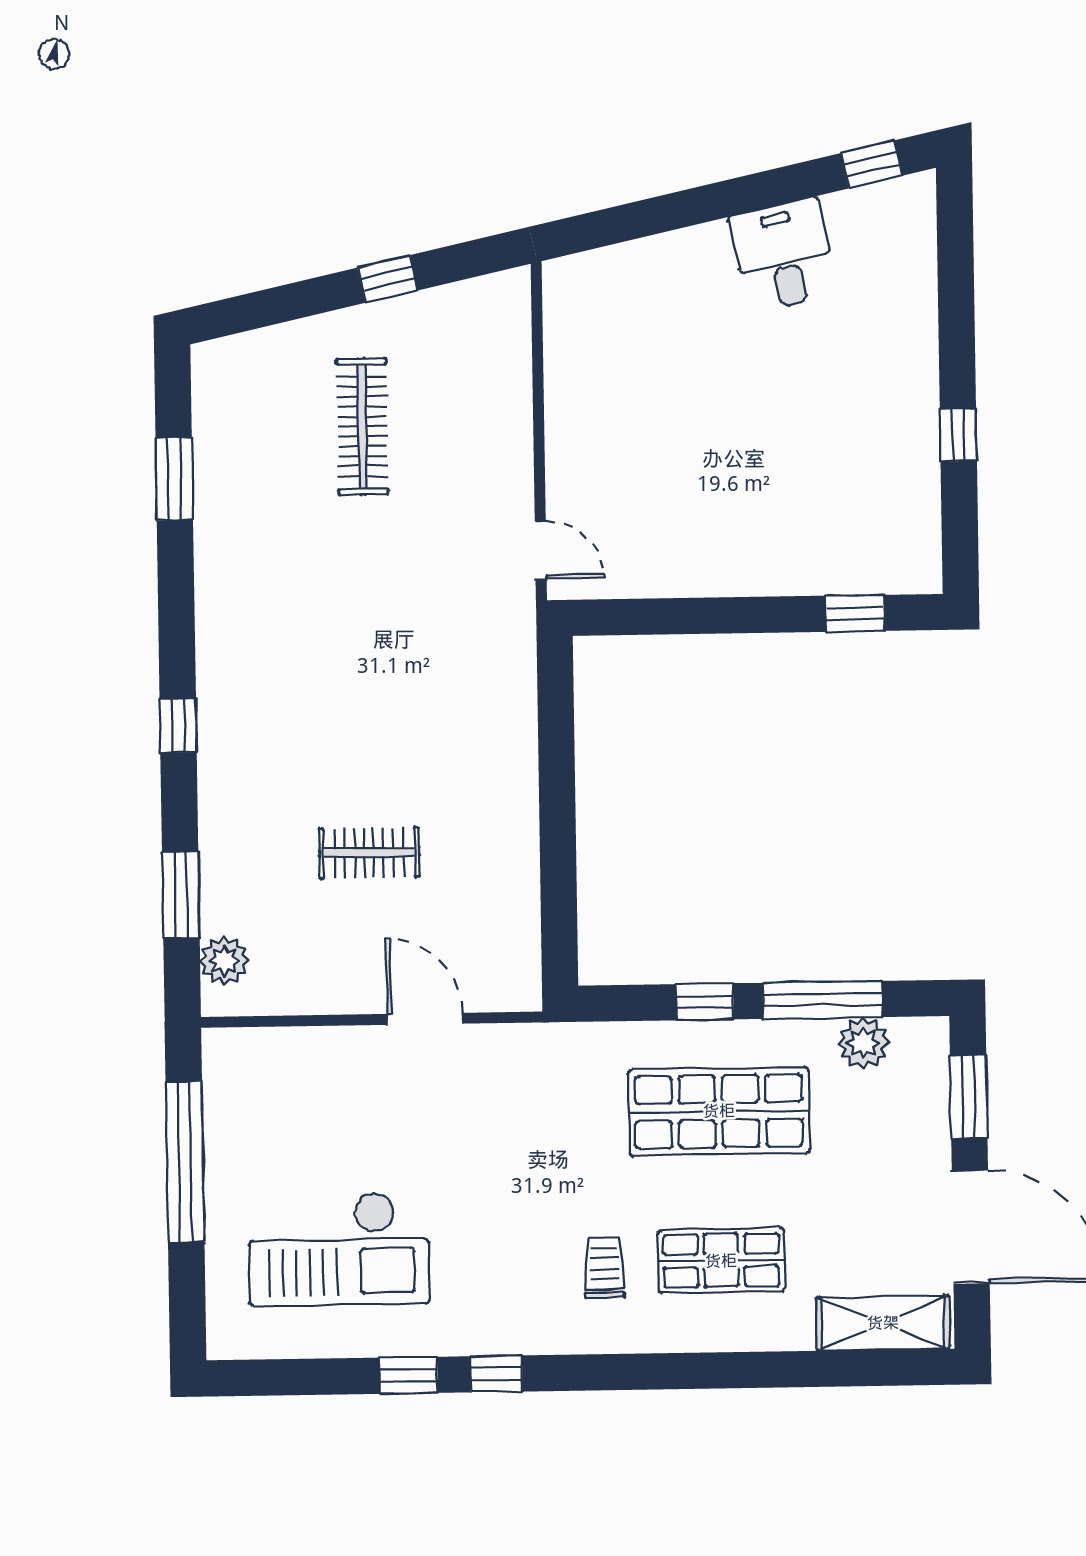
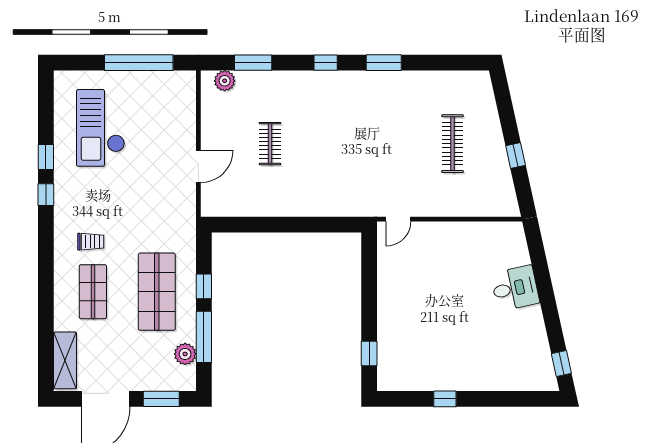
desk: (784, 255) -> (515, 288), moved
clothes rail: (362, 427) -> (453, 144), turned 90
window: (174, 479) -> (384, 63), moved

